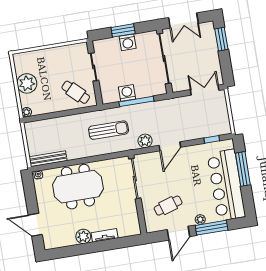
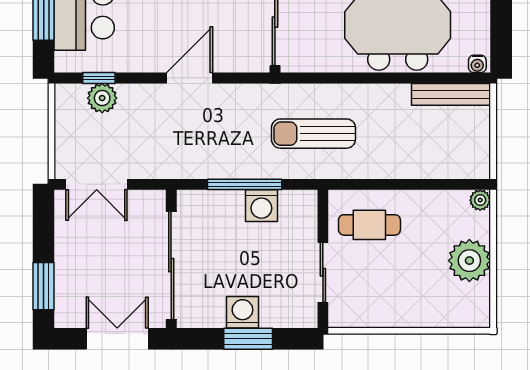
cafe table: (76, 92) -> (369, 225), turned -44
plant: (145, 141) -> (102, 98), moved

